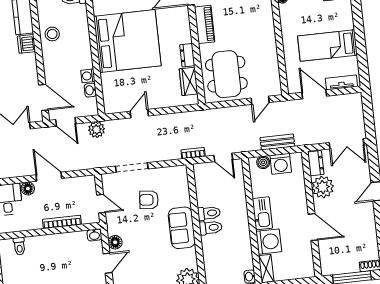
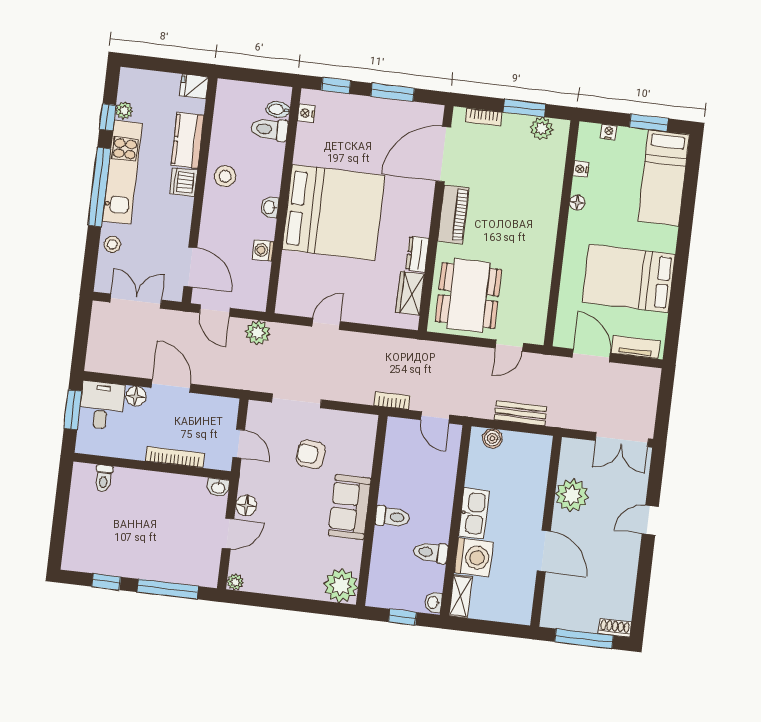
bed: (327, 46) -> (629, 278), width x1.50
washbasin: (90, 90) -> (270, 207), moved
dresser: (316, 163) -> (570, 458), removed
washing machine: (281, 164) -> (518, 447), removed
toilet: (209, 213) -> (430, 552), moved, turned 180

